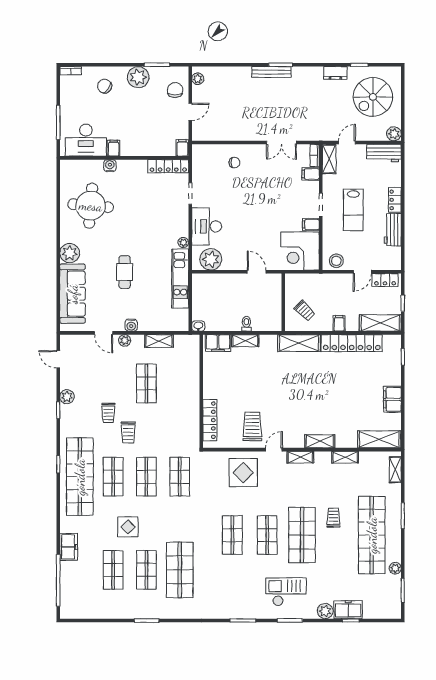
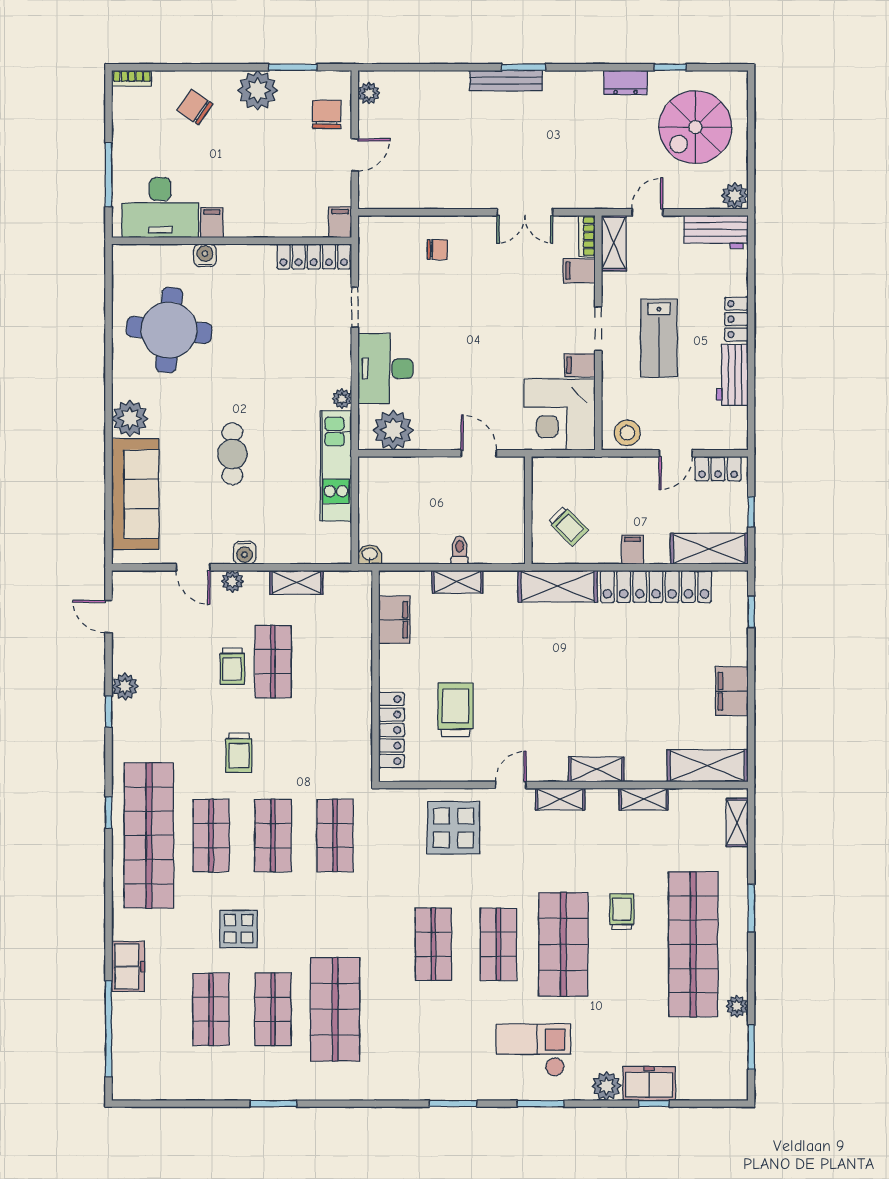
filing cabinet: (218, 343) -> (394, 620), moved, turned -90
trolley: (108, 413) -> (232, 666), moved
trolley: (252, 426) -> (456, 710), moved

